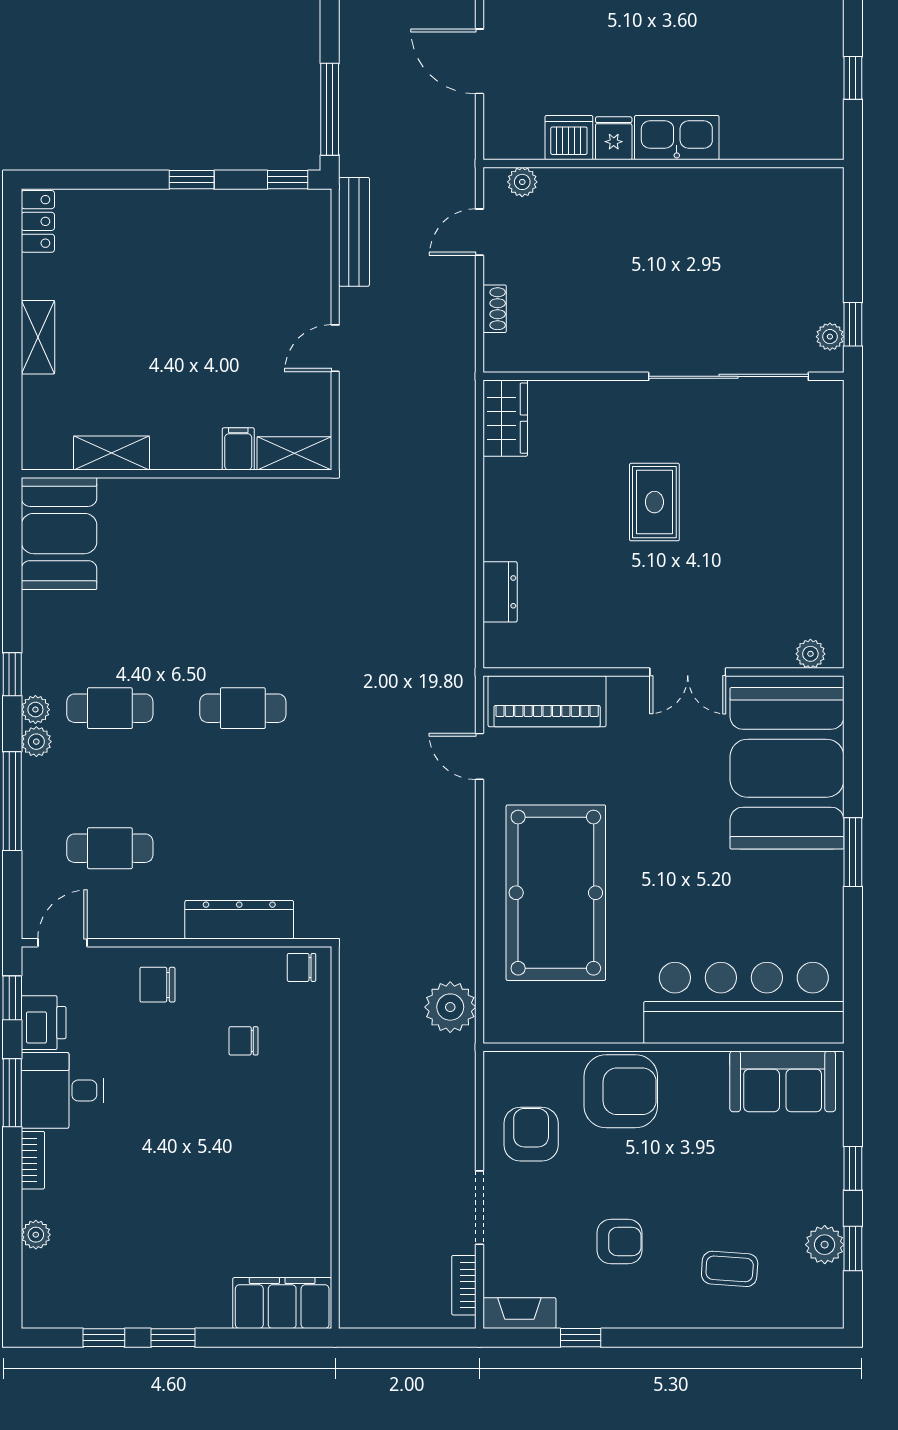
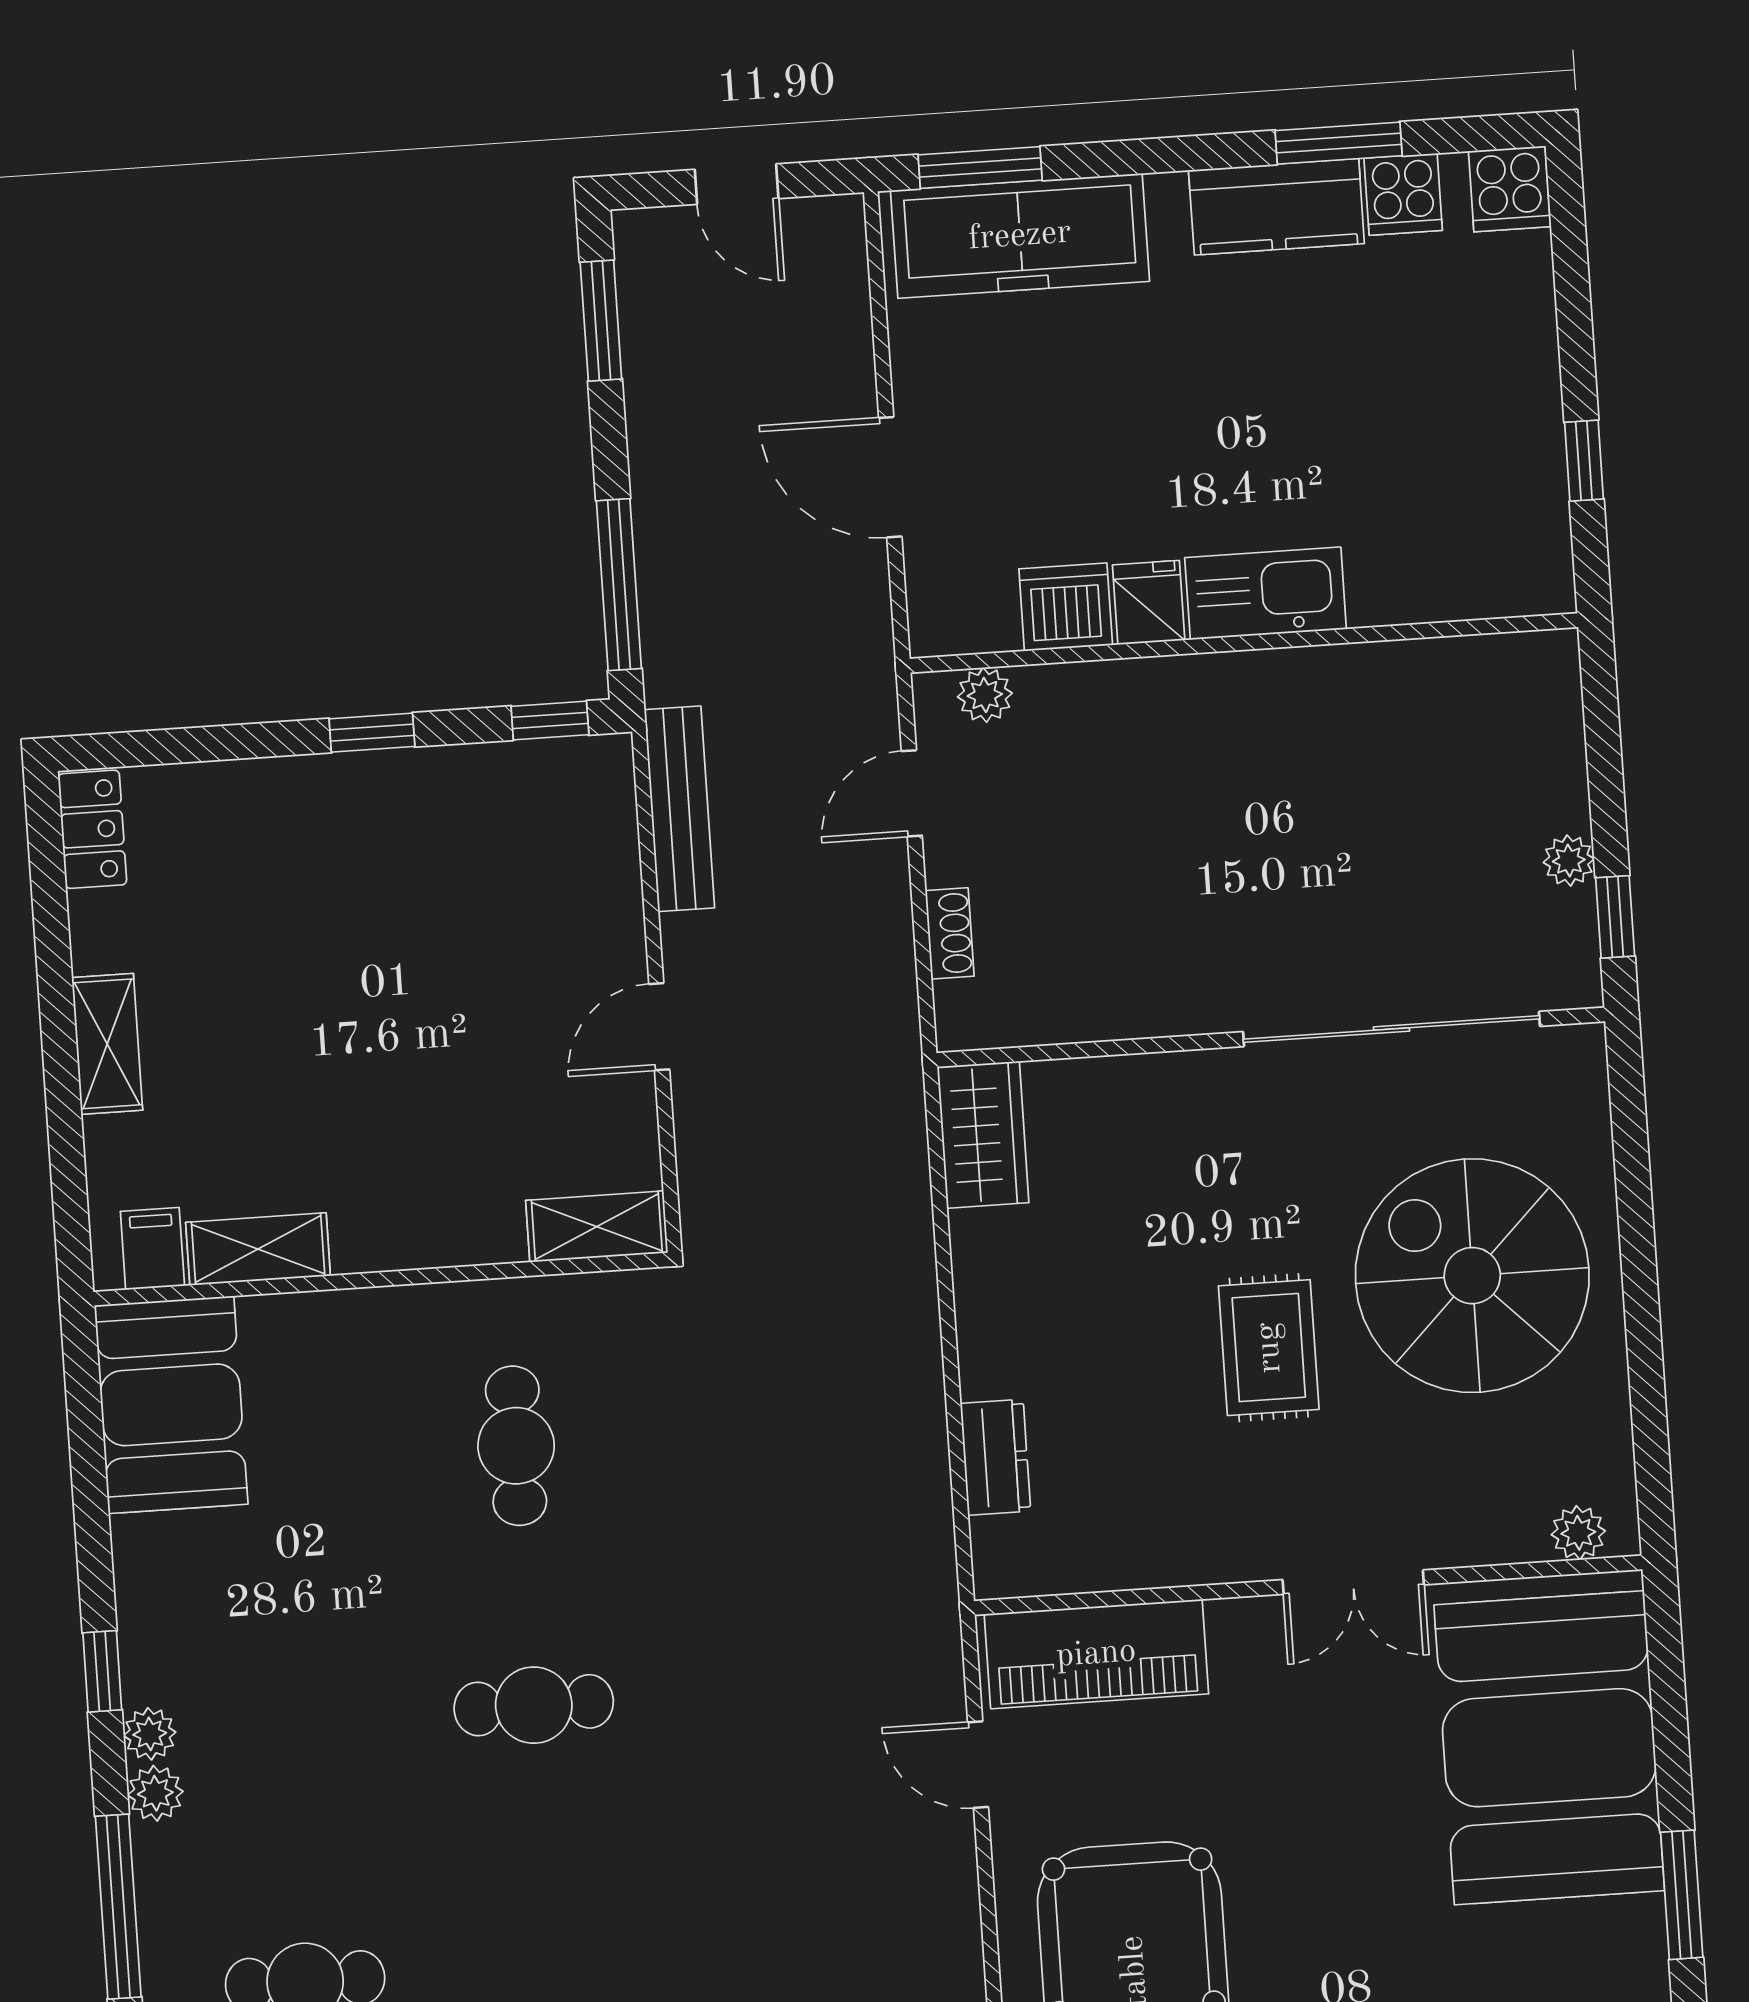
plant: (830, 337) -> (1569, 861), moved
filing cabinet: (238, 449) -> (152, 1249), moved
rug: (654, 502) -> (1269, 1348), moved
spiral stairs: (763, 512) -> (1472, 1276), added
cafe table: (110, 708) -> (516, 1446), moved, turned 90

